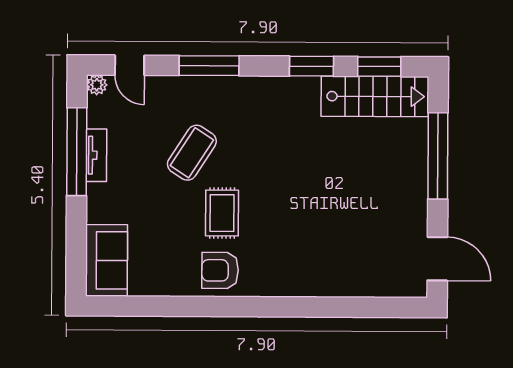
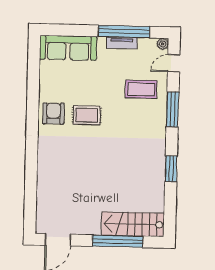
window: (379, 67) -> (170, 208), removed
stairs: (375, 96) -> (133, 224), moved, turned 90
coffee table: (192, 153) -> (141, 89), moved, turned -33
sofa: (107, 260) -> (68, 48), width x1.36

